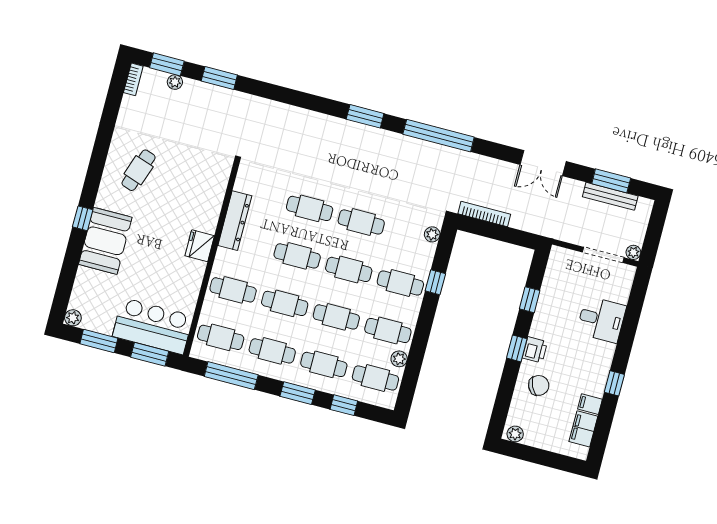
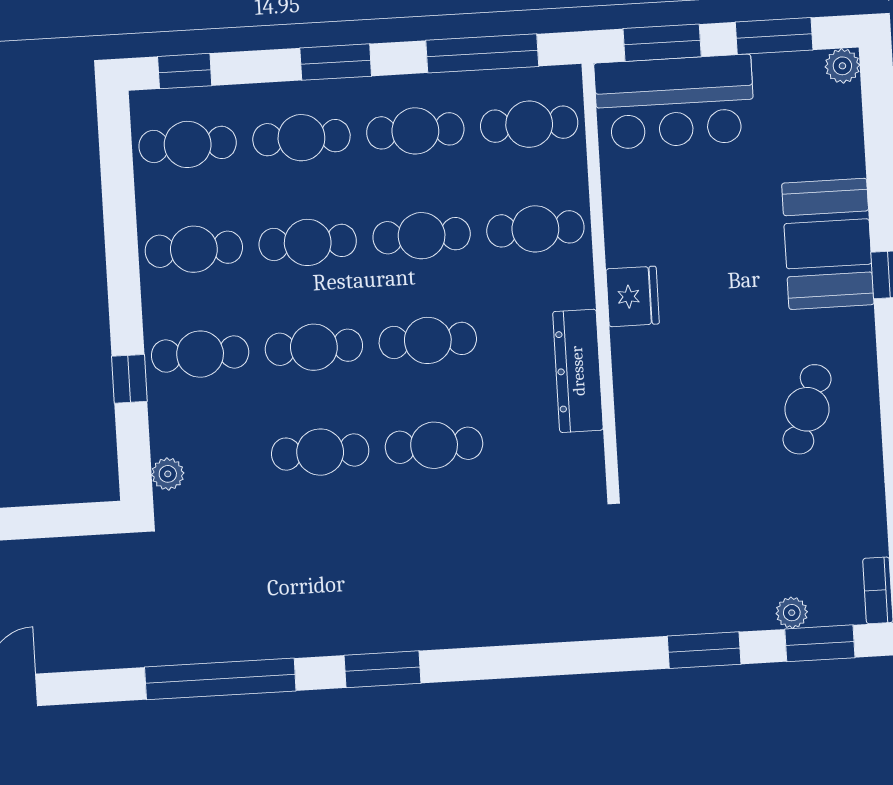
bookcase: (484, 214) -> (75, 550), removed
plant: (399, 359) -> (152, 199), removed
window: (344, 405) -> (185, 71), moved

